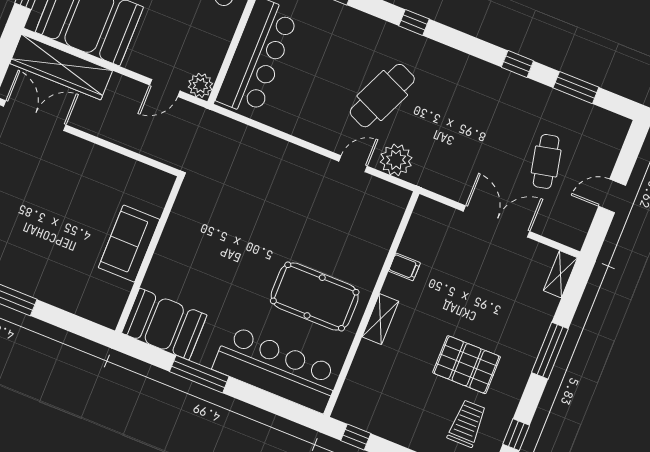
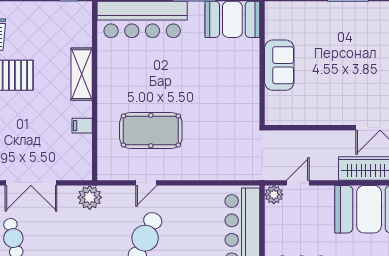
plant: (396, 160) -> (90, 197), moved
pool table: (315, 297) -> (151, 131), moved
shelving: (380, 319) -> (82, 74), width x1.50, depth x1.33

